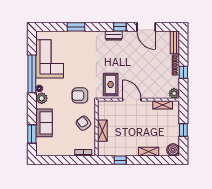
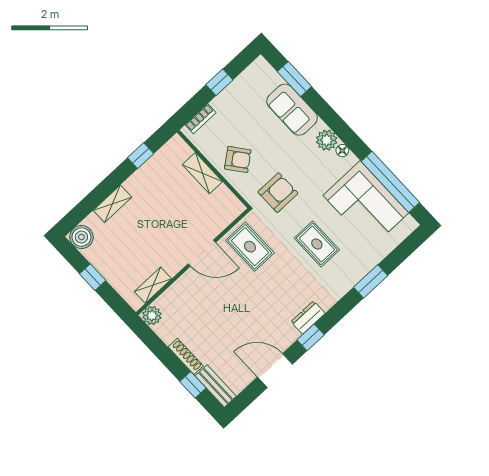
rug: (83, 61) -> (317, 244), added
window: (183, 72) -> (193, 385), moved
window: (32, 74) -> (390, 182), moved
window: (62, 160) -> (219, 82), added

